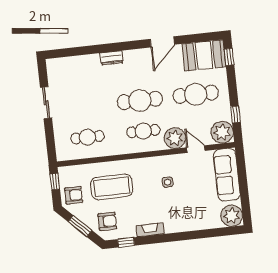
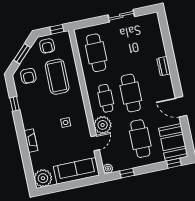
plant: (222, 132) -> (108, 169), width x0.53, depth x0.53
cafe table: (87, 137) -> (96, 53), width x1.37, depth x1.35
fireplace: (150, 230) -> (31, 141), moved
window: (126, 242) -> (15, 104), moved

